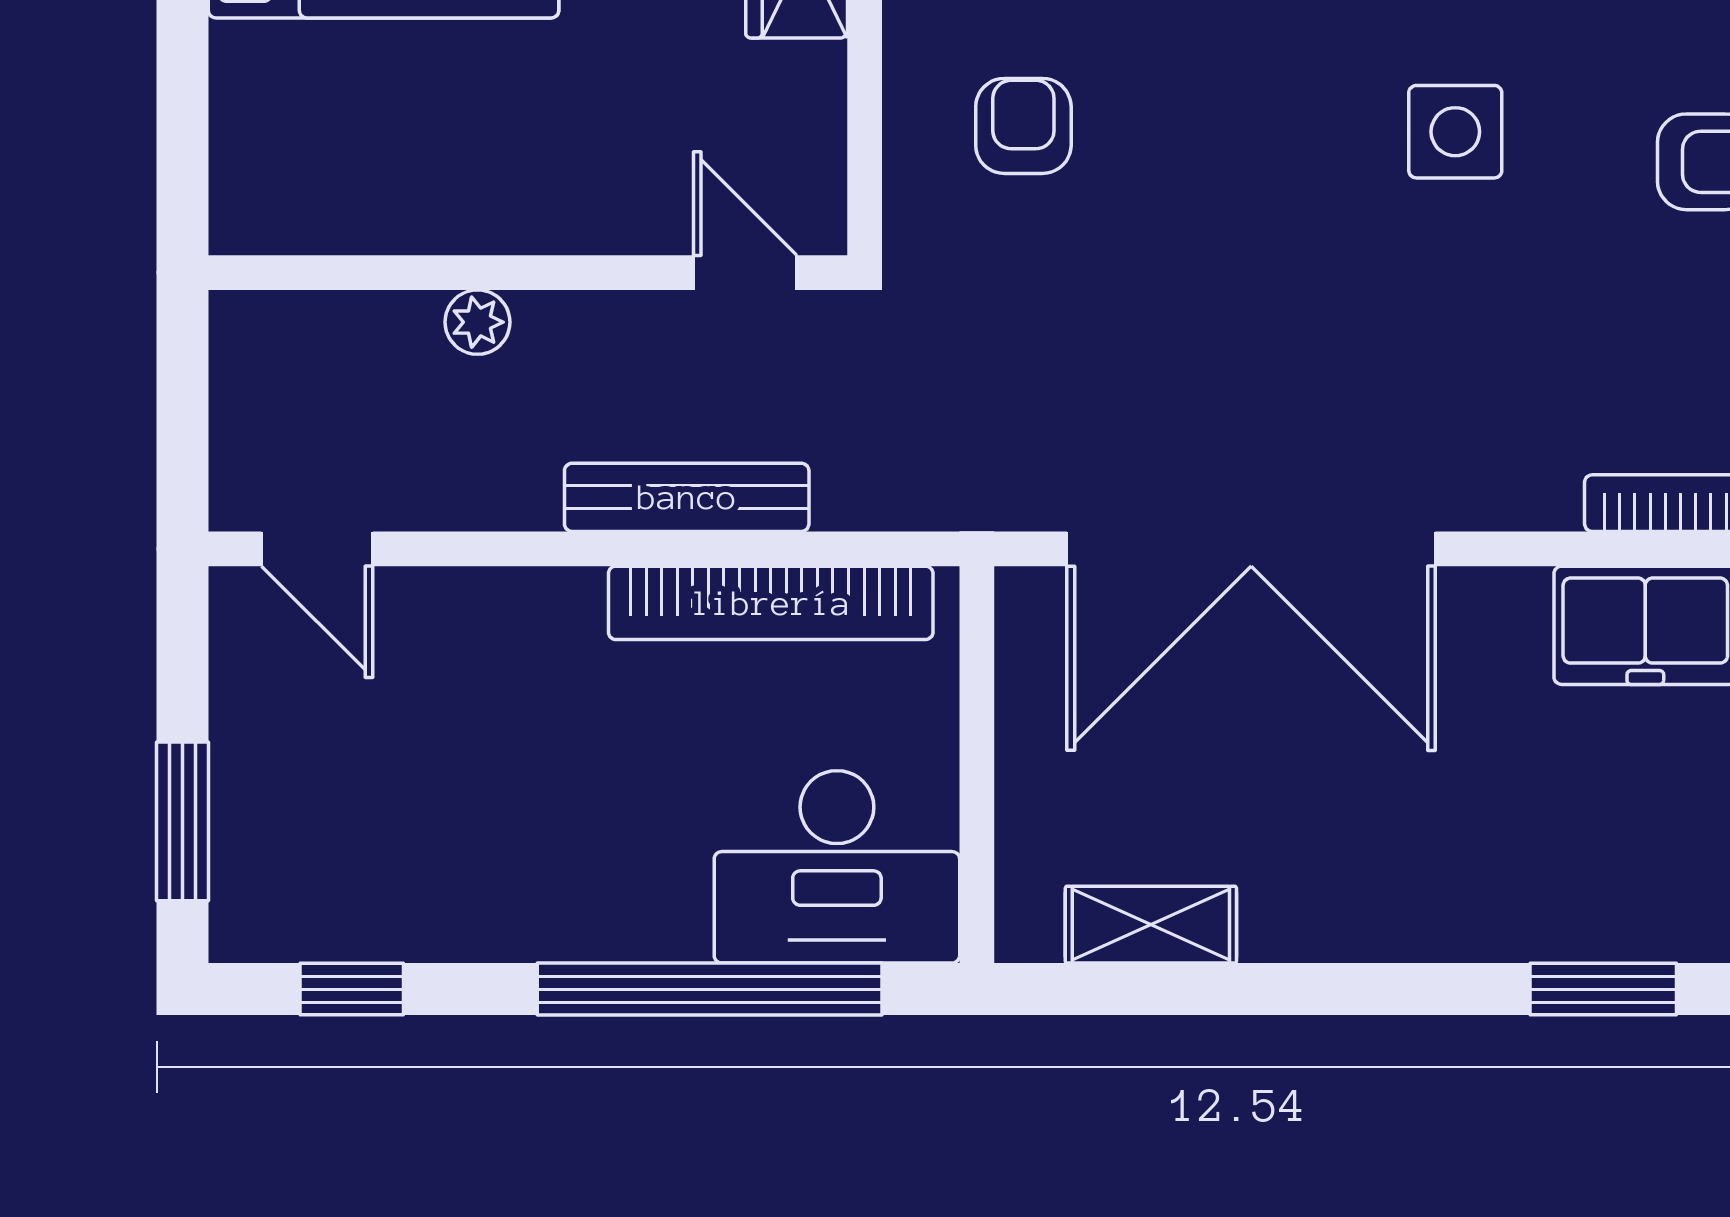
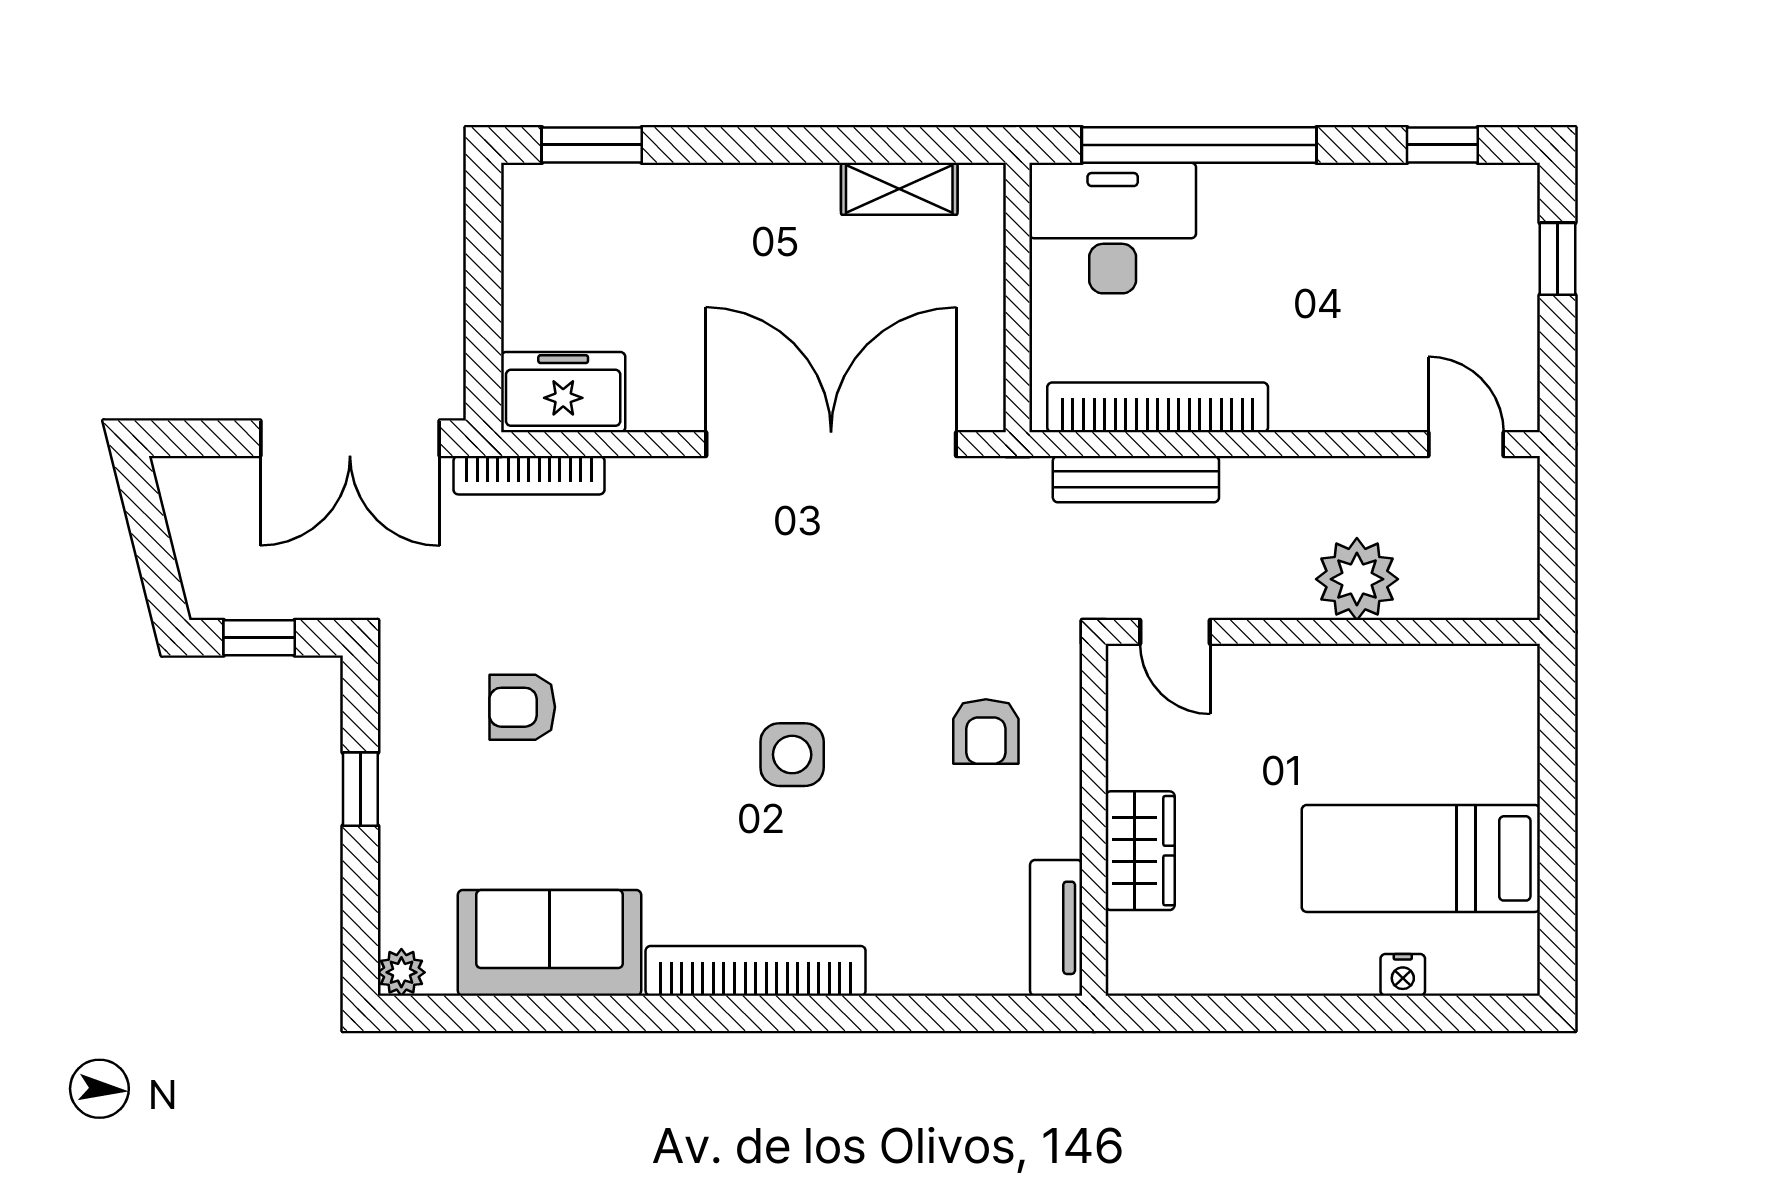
side table: (1455, 132) -> (792, 755), moved
plant: (477, 322) -> (1357, 579), width x1.88, depth x1.88
bench: (687, 497) -> (1136, 479), moved
window: (183, 821) -> (1557, 259), width x0.67

